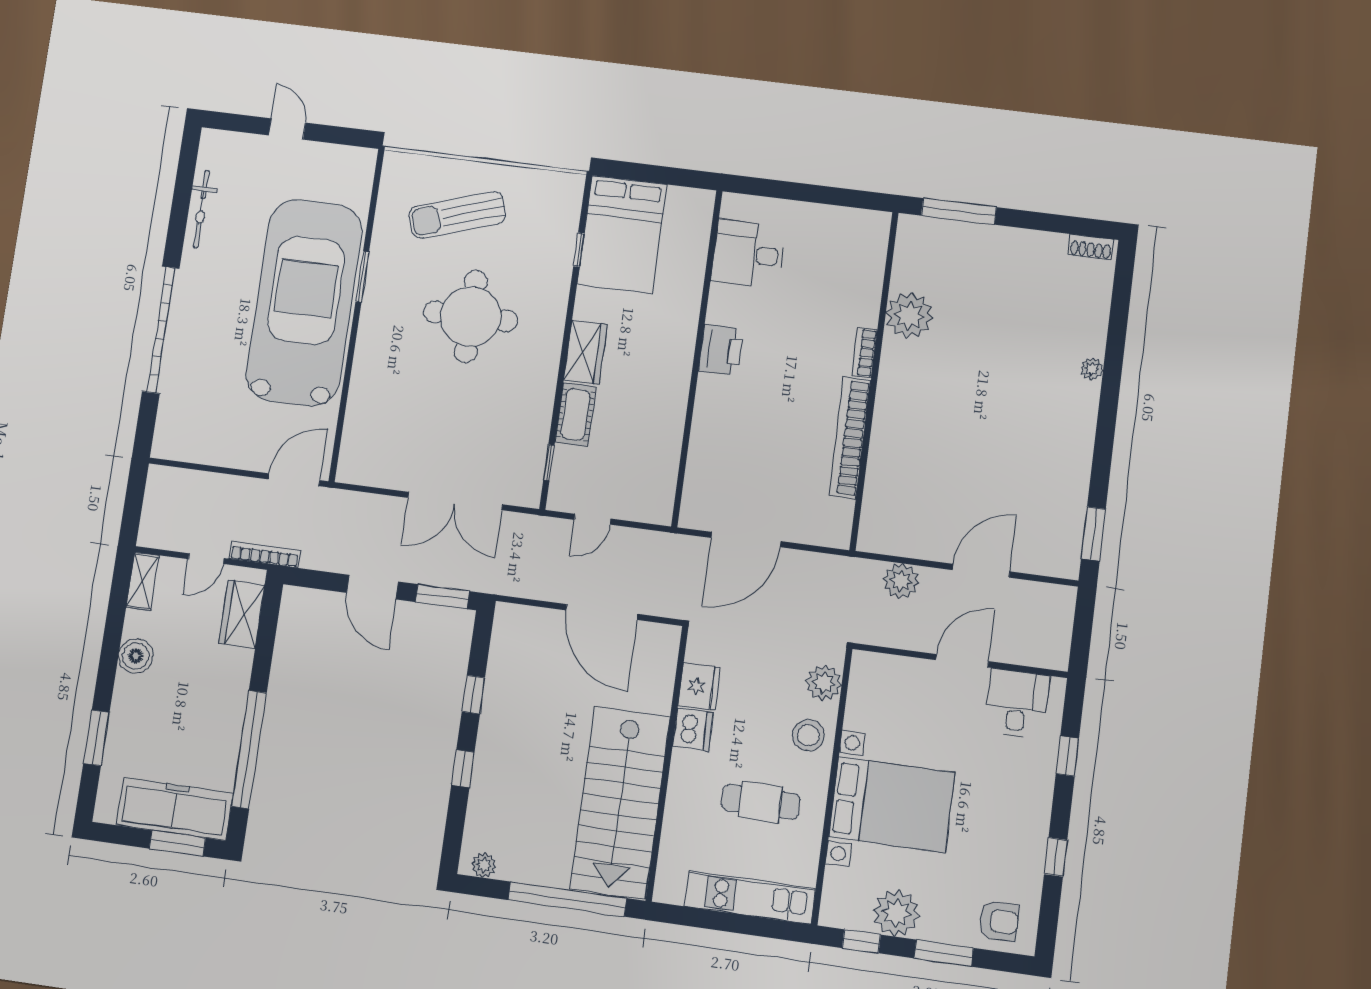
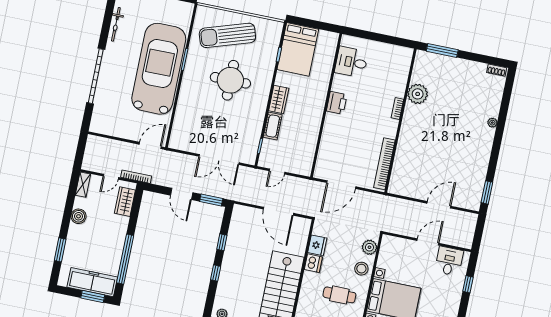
sun lounger: (458, 215) -> (227, 35), width x1.36, depth x1.34
bookcase: (850, 438) -> (384, 164), moved
plant: (901, 581) -> (405, 207), removed

